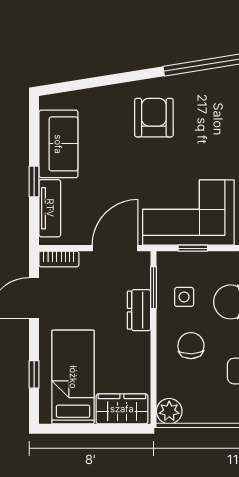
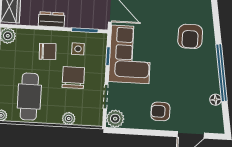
armchair: (154, 118) -> (190, 36), turned 90
dresser: (139, 310) -> (51, 19), moved

